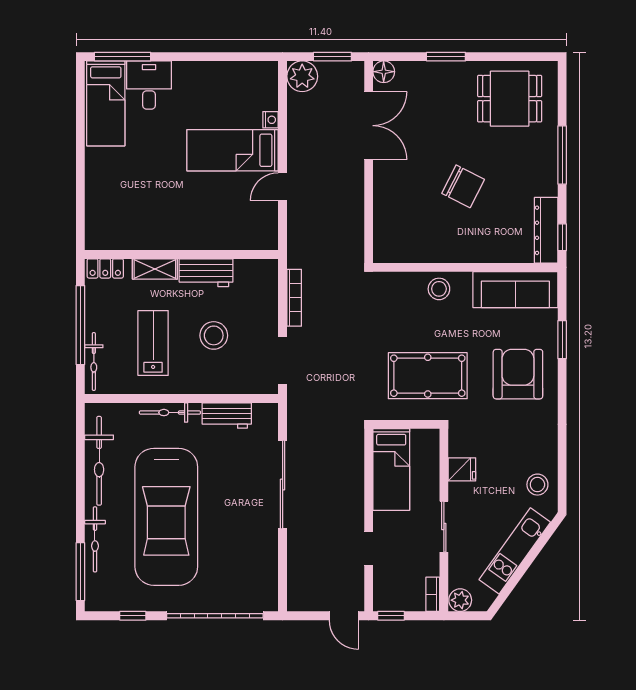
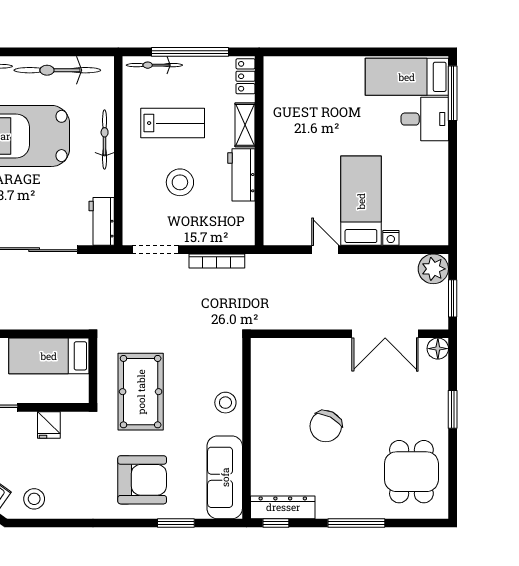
workbench: (227, 416) -> (102, 221), moved

